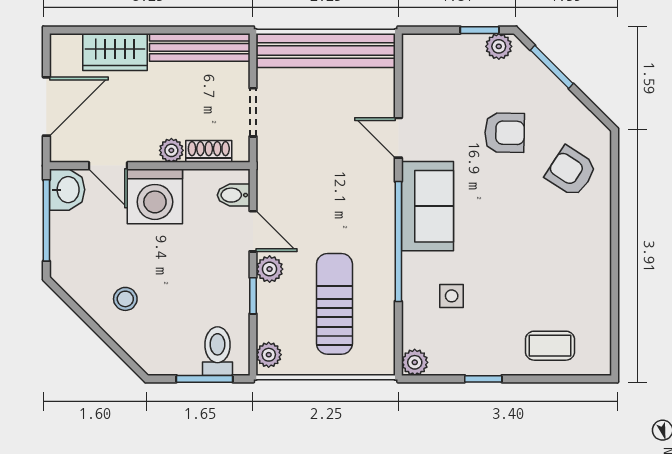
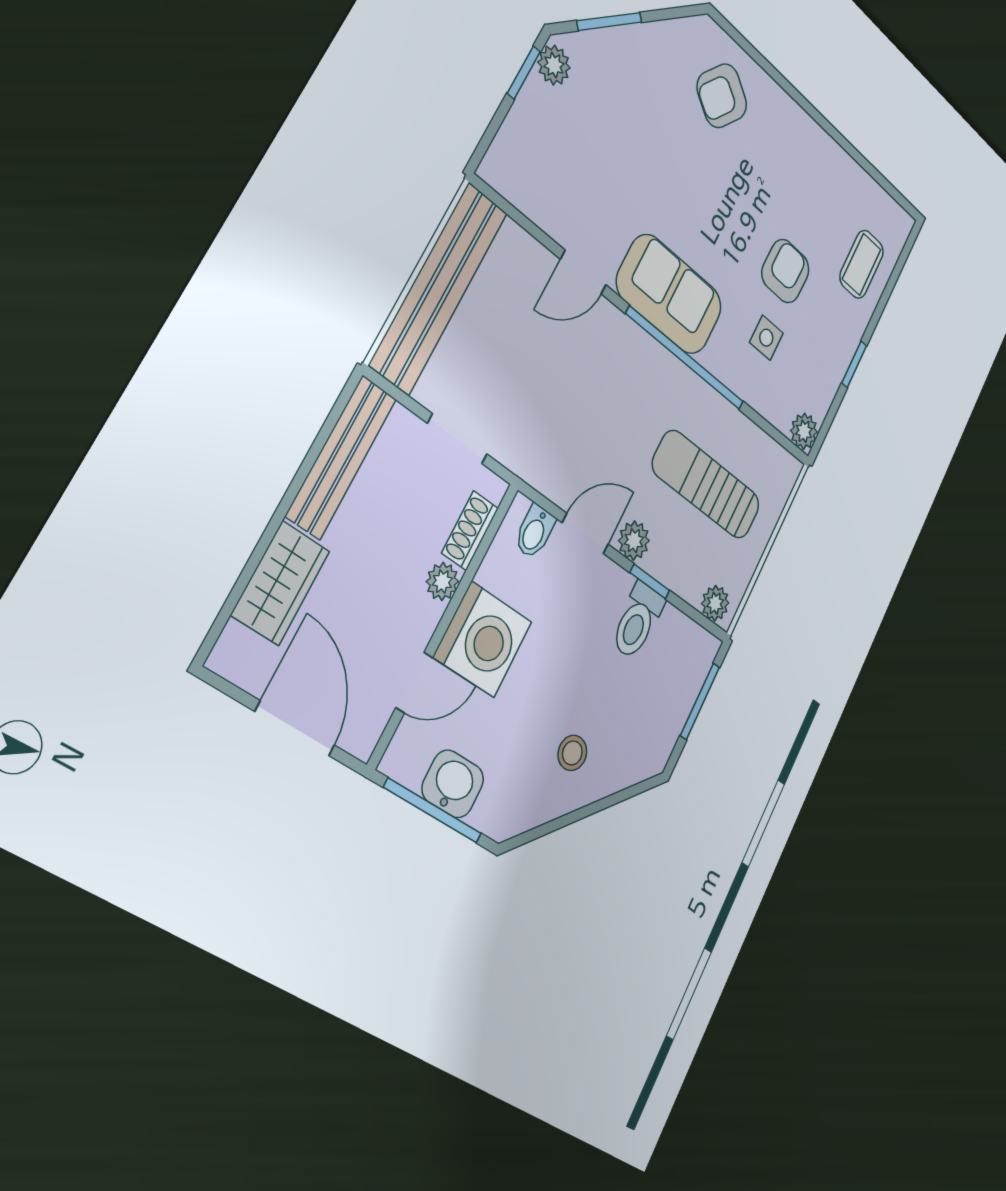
armchair: (505, 133) -> (785, 271), moved
washbasin: (67, 190) -> (453, 784), moved
toilet: (217, 351) -> (638, 621), moved, turned -90

